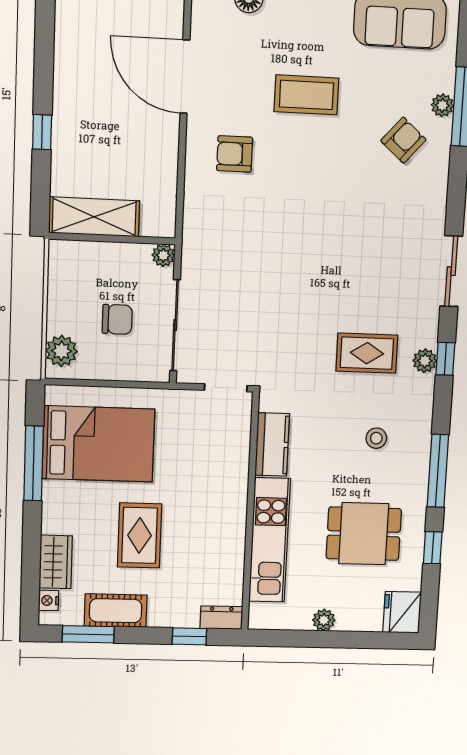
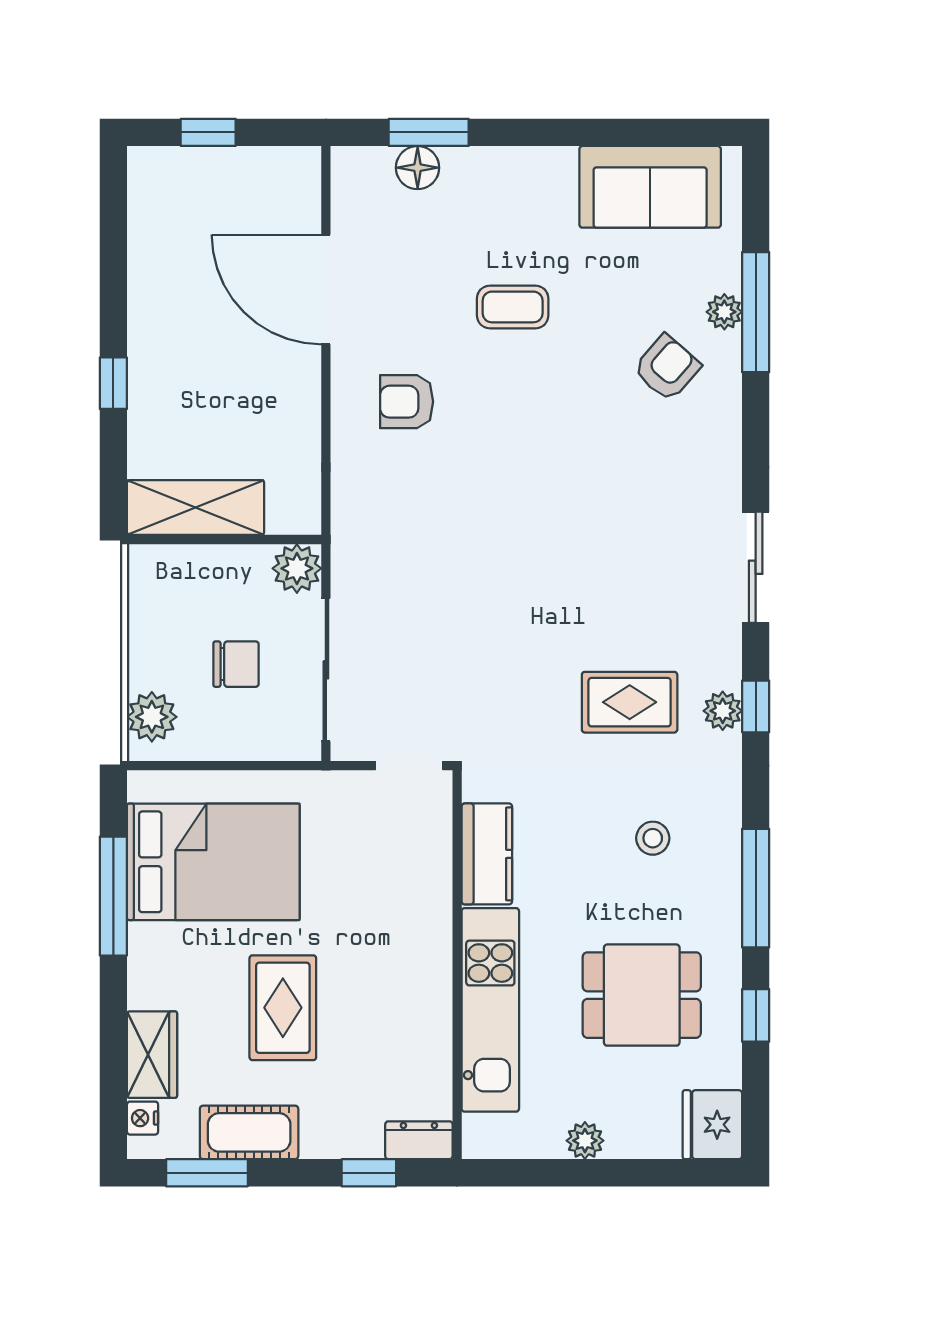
coffee table: (306, 95) -> (513, 307), width x0.73, depth x0.77
plant: (163, 255) -> (297, 568), width x1.38, depth x1.38

